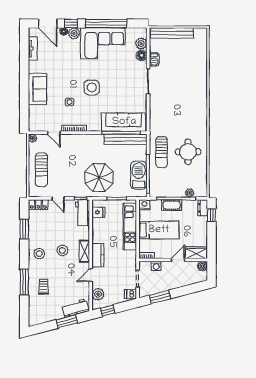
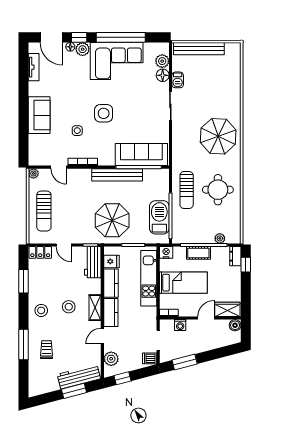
parasol: (188, 107) -> (218, 136), added
bench: (126, 139) -> (117, 175), moved
kitchen counter: (98, 230) -> (111, 283), added
workbench: (75, 308) -> (79, 377), width x1.38

